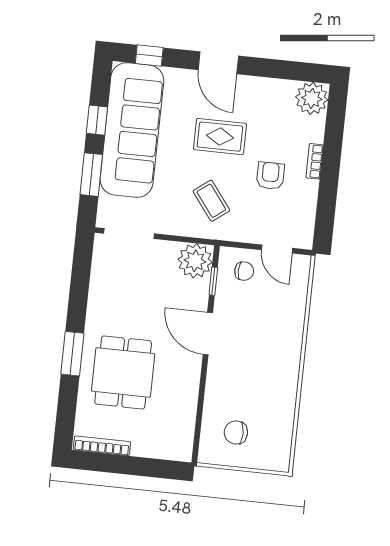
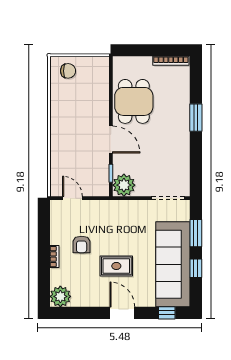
coffee table: (211, 201) -> (117, 225), removed
chair: (244, 271) -> (92, 182), removed
dining table: (123, 372) -> (134, 101), moved
chair: (236, 432) -> (68, 71), moved

